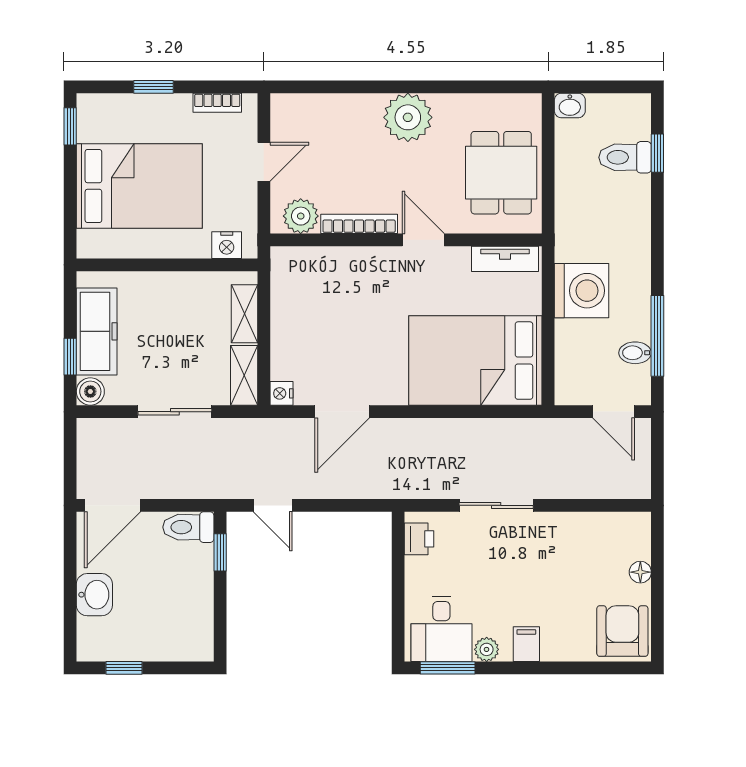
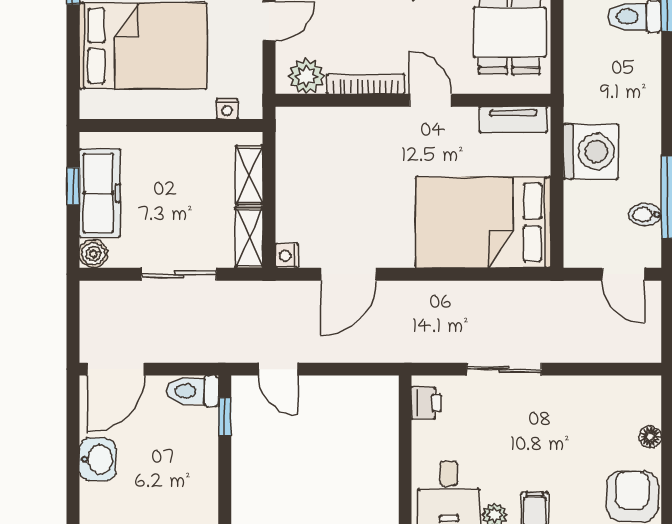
nightstand: (227, 245) -> (227, 109), width x0.72, depth x0.74
window: (70, 357) -> (73, 186), moved

